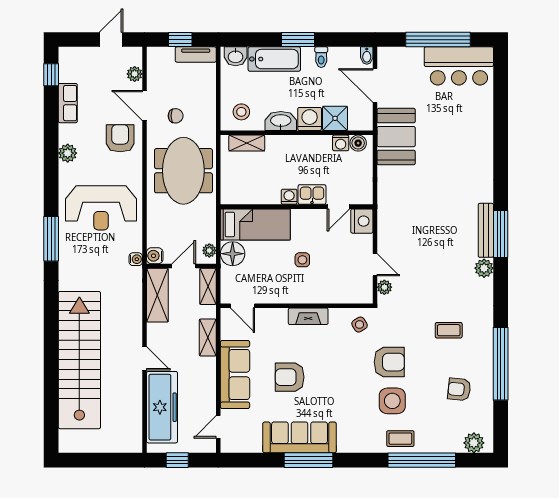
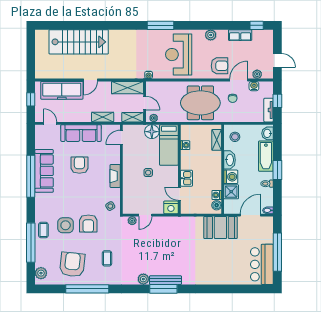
washing machine: (289, 197) -> (185, 145), moved
water cooler: (155, 256) -> (254, 86), moved
stairs: (79, 360) -> (79, 42), width x0.73
armchair: (459, 389) -> (72, 264), width x1.88, depth x1.88
window: (309, 460) -> (31, 176), width x1.46

